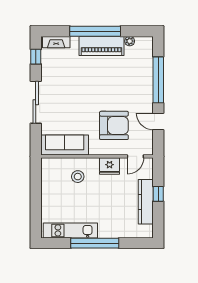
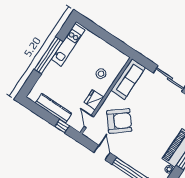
door: (158, 121) -> (102, 153), hinge flipped
armchair: (114, 125) -> (119, 121), turned -129
window: (158, 194) -> (62, 126), moved

